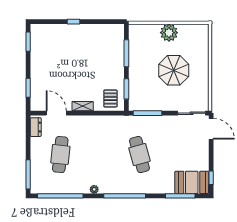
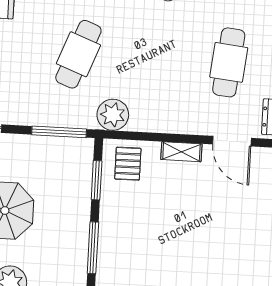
plant: (120, 124) -> (113, 115), added
cafe table: (139, 155) -> (78, 54), turned 36

